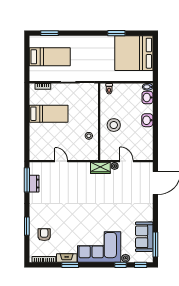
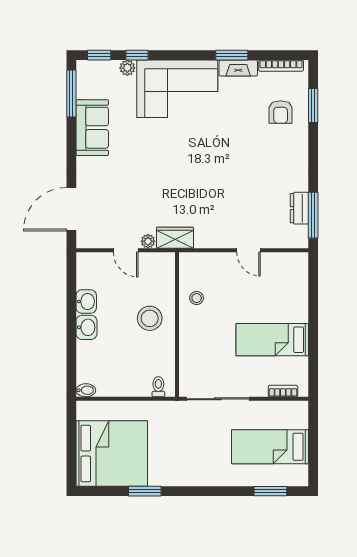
washbasin: (147, 97) -> (86, 302), moved
window: (27, 226) -> (313, 106), moved
sofa: (144, 237) -> (92, 128), moved

